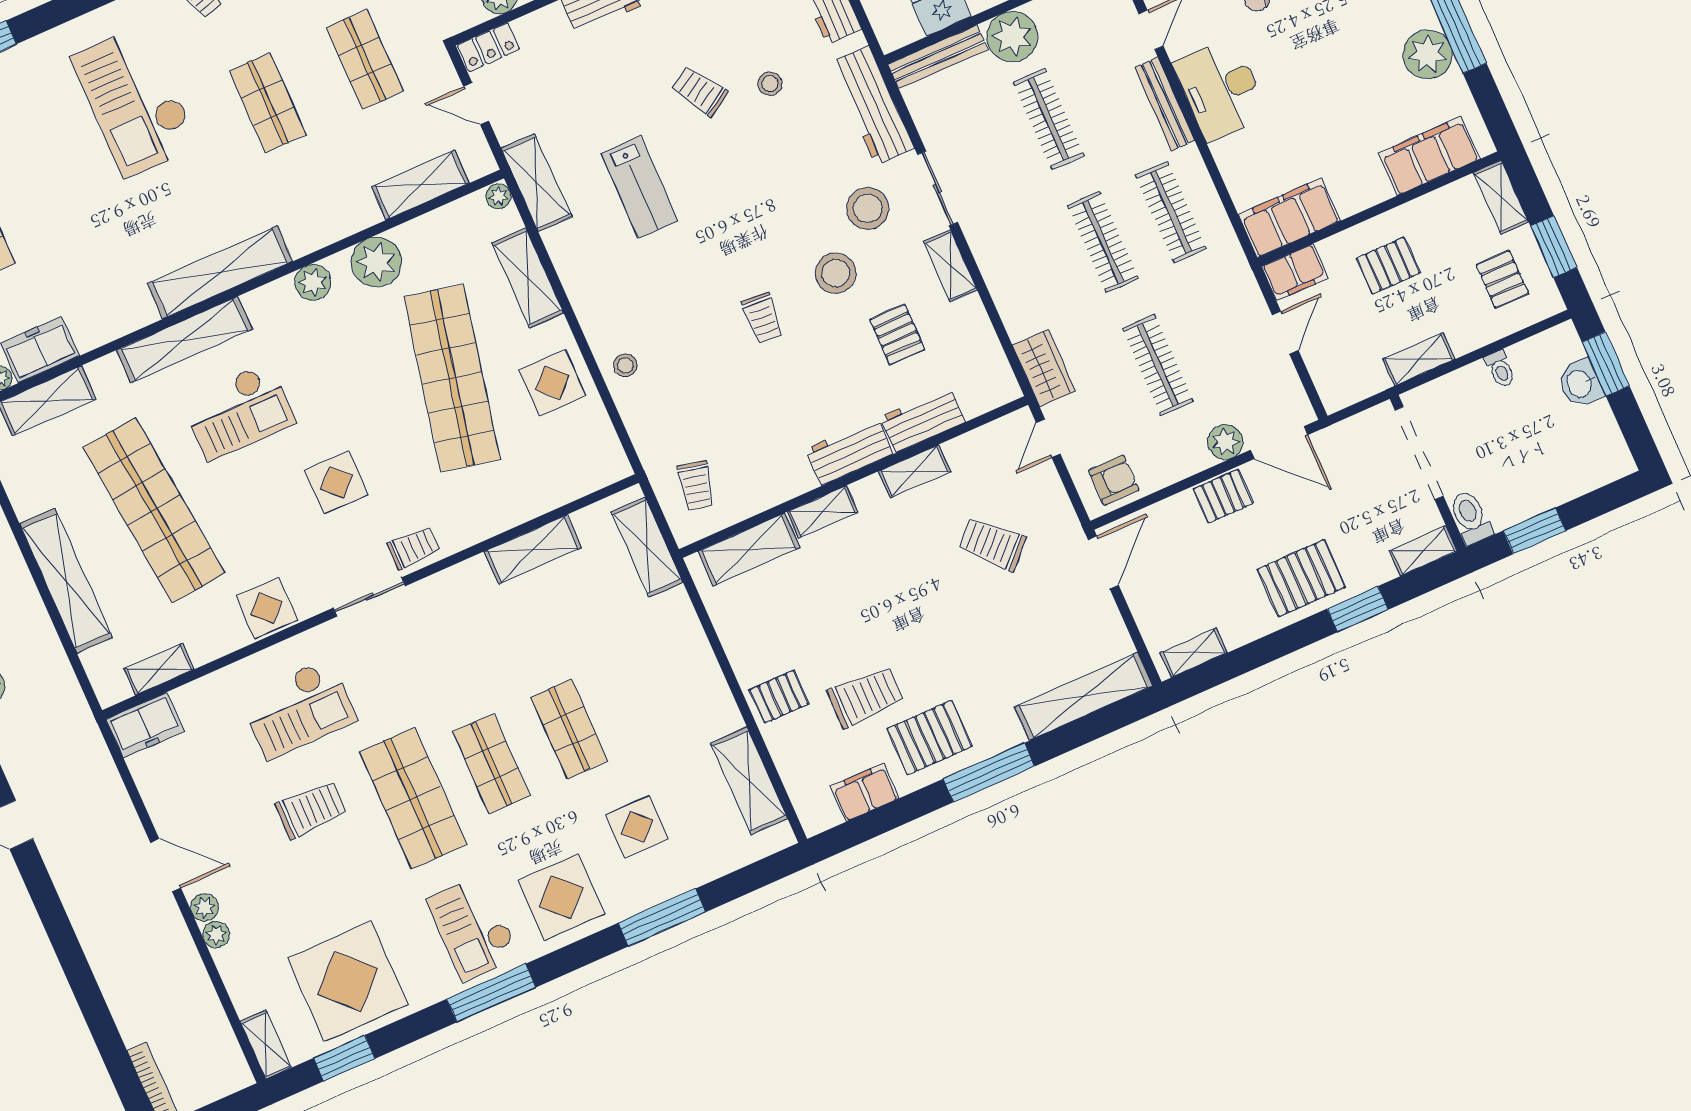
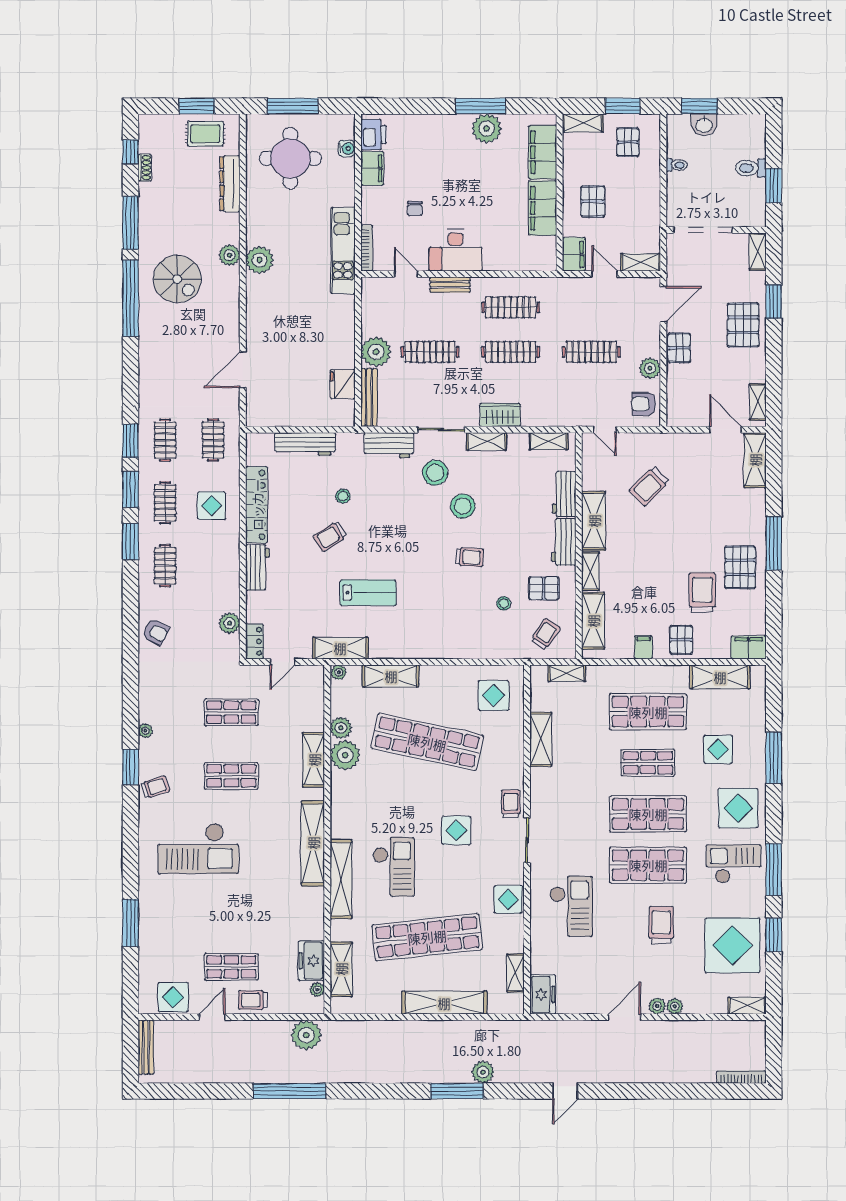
bench: (1165, 104) -> (450, 285), width x0.73
workbench: (872, 105) -> (389, 445), width x0.73
shelving: (420, 185) -> (314, 760), moved
filing cabinet: (1289, 218) -> (543, 208), moved
pallet: (1502, 279) -> (628, 142), turned 90
plant: (313, 282) -> (341, 728), moved
pallet: (897, 335) -> (544, 588), moved
shelving: (1419, 359) -> (641, 262), moved, turned 90
shelving: (993, 360) -> (548, 441), added
stool: (625, 365) -> (504, 603), moved
wardrobe: (1044, 368) -> (500, 415), moved
display table: (553, 383) -> (494, 695), moved
plant: (1225, 442) -> (650, 368), moved
shelving: (915, 471) -> (594, 521), width x1.50, depth x1.33
armchair: (1114, 480) -> (644, 404), turned -90
trolley: (696, 486) -> (545, 634), turned -69
toilet: (1471, 517) -> (751, 168), moved
shelving: (647, 547) -> (567, 673), width x0.67, depth x0.75
door: (1103, 563) -> (726, 430), moved
filing cabinet: (742, 644) -> (643, 647), added
shop shelf: (647, 694) -> (648, 712), added
shelving: (1084, 696) -> (755, 460), width x0.68
shop shelf: (491, 764) -> (648, 814), width x1.43, depth x1.36
filing cabinet: (865, 792) -> (749, 647), moved, turned 90
trolley: (311, 810) -> (661, 925), moved
checkout: (473, 928) -> (734, 864), turned 180
window: (344, 1058) -> (774, 935), moved

